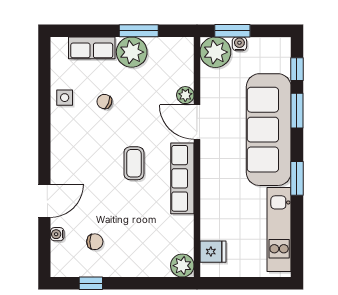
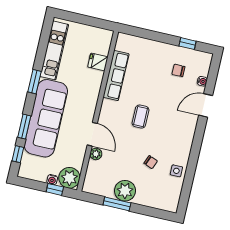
window: (232, 31) -> (55, 189), width x0.67
row of seats: (92, 48) -> (151, 200), removed
row of seats: (182, 178) -> (116, 75), moved
fridge: (213, 252) -> (98, 62), moved
plant: (182, 266) -> (124, 41), removed

